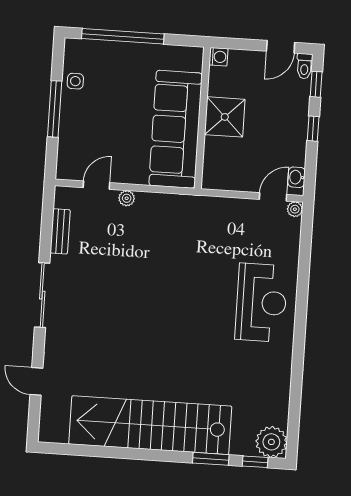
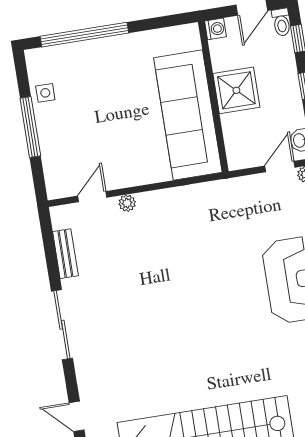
washing machine: (219, 57) -> (216, 29), moved
shower: (225, 117) -> (236, 90), moved
wall: (202, 118) -> (213, 97), moved
sofa: (176, 129) -> (188, 115), moved

